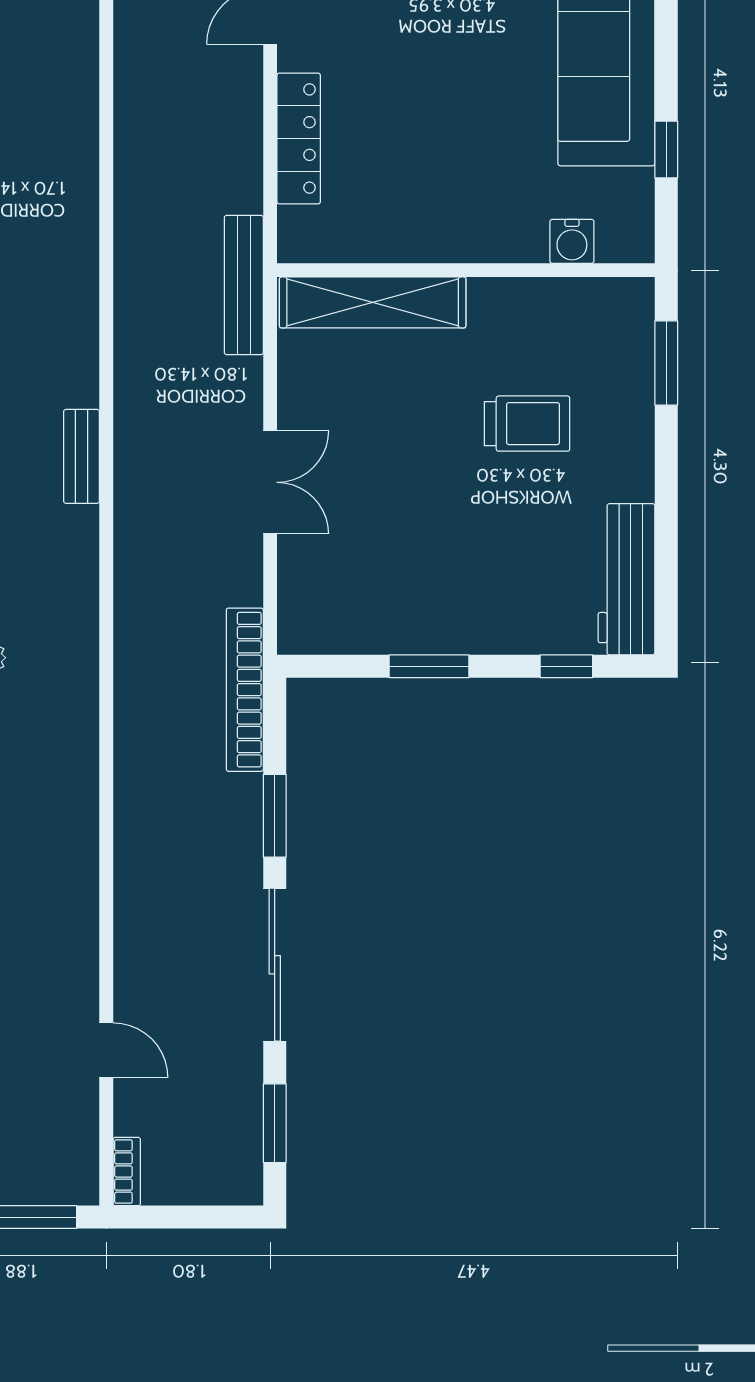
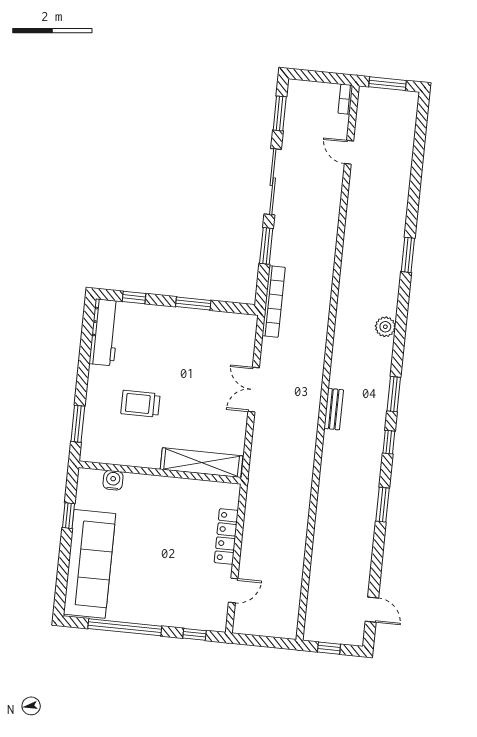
bench: (244, 285) -> (256, 476), removed

